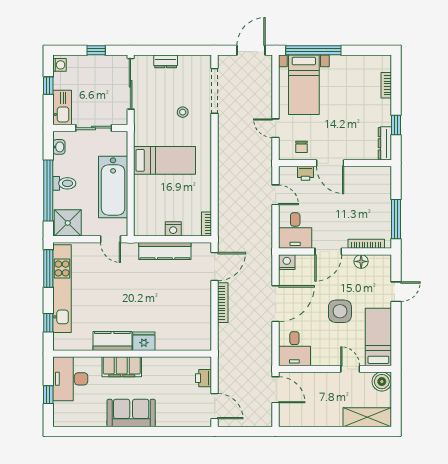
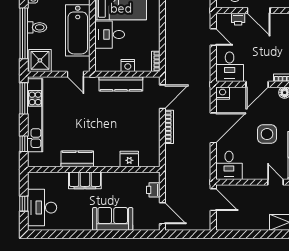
desk: (151, 192) -> (110, 35), added
fridge: (144, 341) -> (129, 159), moved
desk: (70, 379) -> (42, 208), moved
sofa: (131, 413) -> (113, 219), moved

